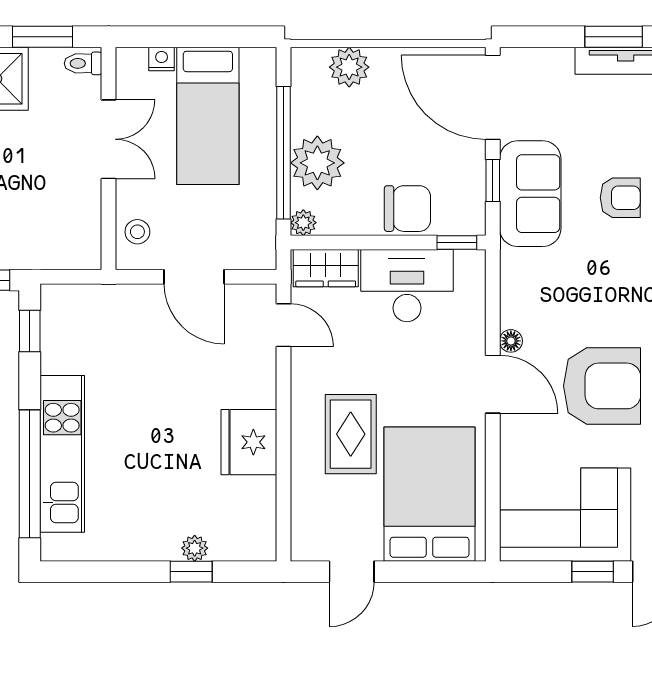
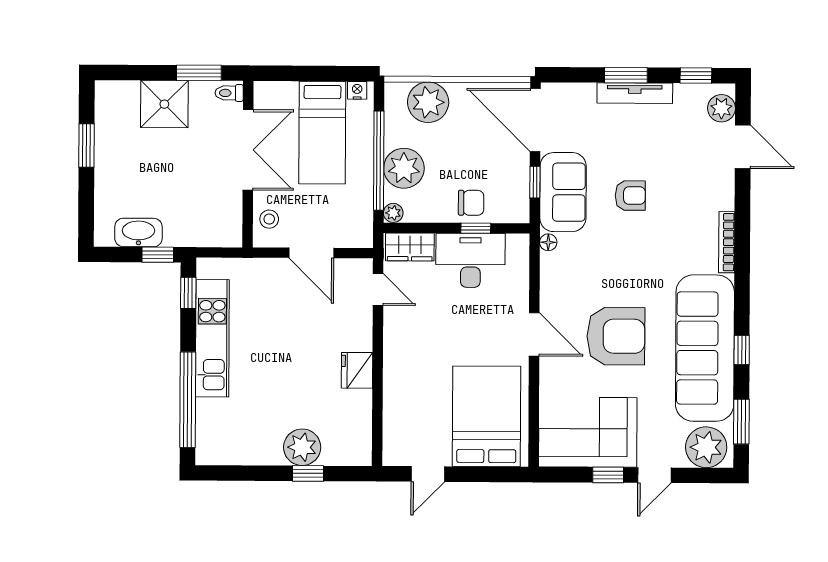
nightstand: (162, 59) -> (357, 90), moved
plant: (349, 67) -> (428, 102), width x1.36, depth x1.36
double door: (109, 139) -> (248, 150), width x1.37
chair: (407, 209) -> (471, 203), width x0.73, depth x0.73
window: (457, 242) -> (476, 228), moved
floor lamp: (511, 341) -> (548, 242), moved
rug: (351, 434) -> (428, 371), removed
fridge: (249, 442) -> (357, 370), width x0.73, depth x0.75
kitchen unit: (62, 454) -> (212, 338), moved
plant: (195, 548) -> (302, 447), width x1.88, depth x1.88

